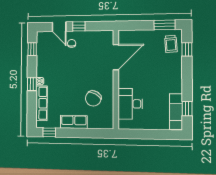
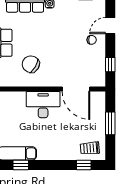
window: (165, 25) -> (110, 123), moved
window: (79, 26) -> (110, 65), moved
desk: (130, 104) -> (43, 105), moved

